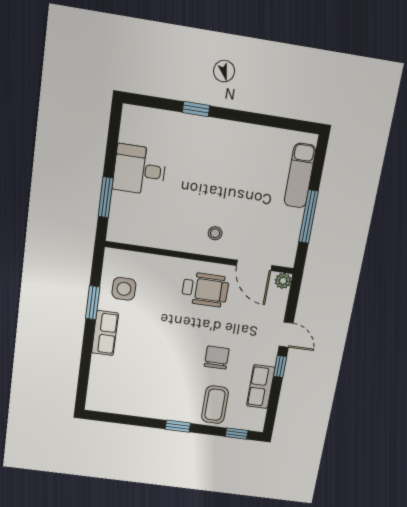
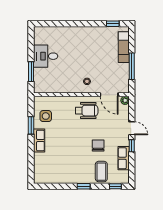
window: (196, 109) -> (113, 24), moved

